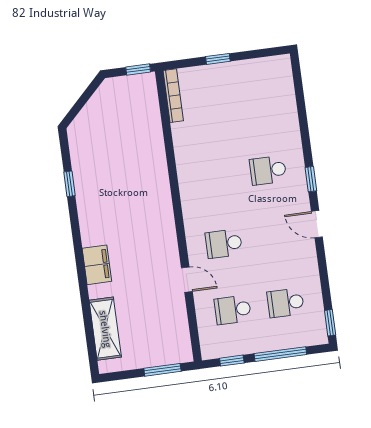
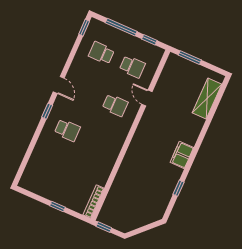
filing cabinet: (97, 265) -> (182, 155), moved
school desk: (286, 303) -> (101, 53), turned 180

